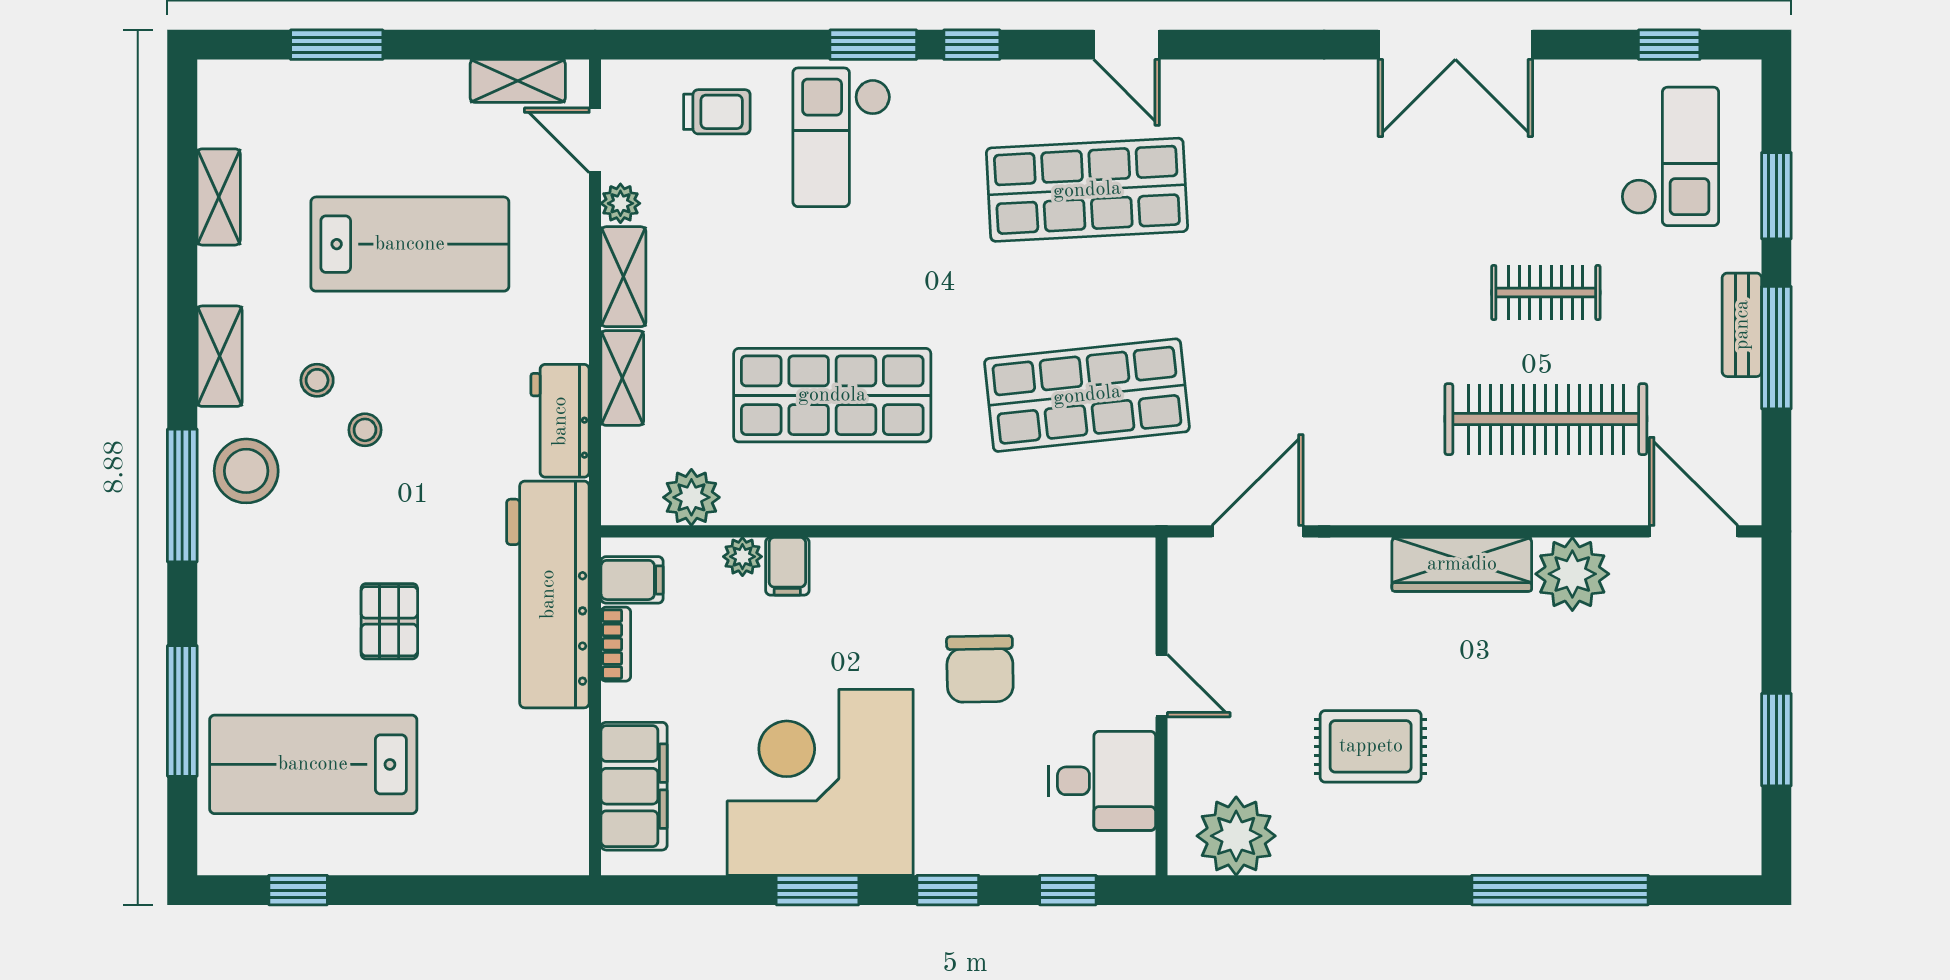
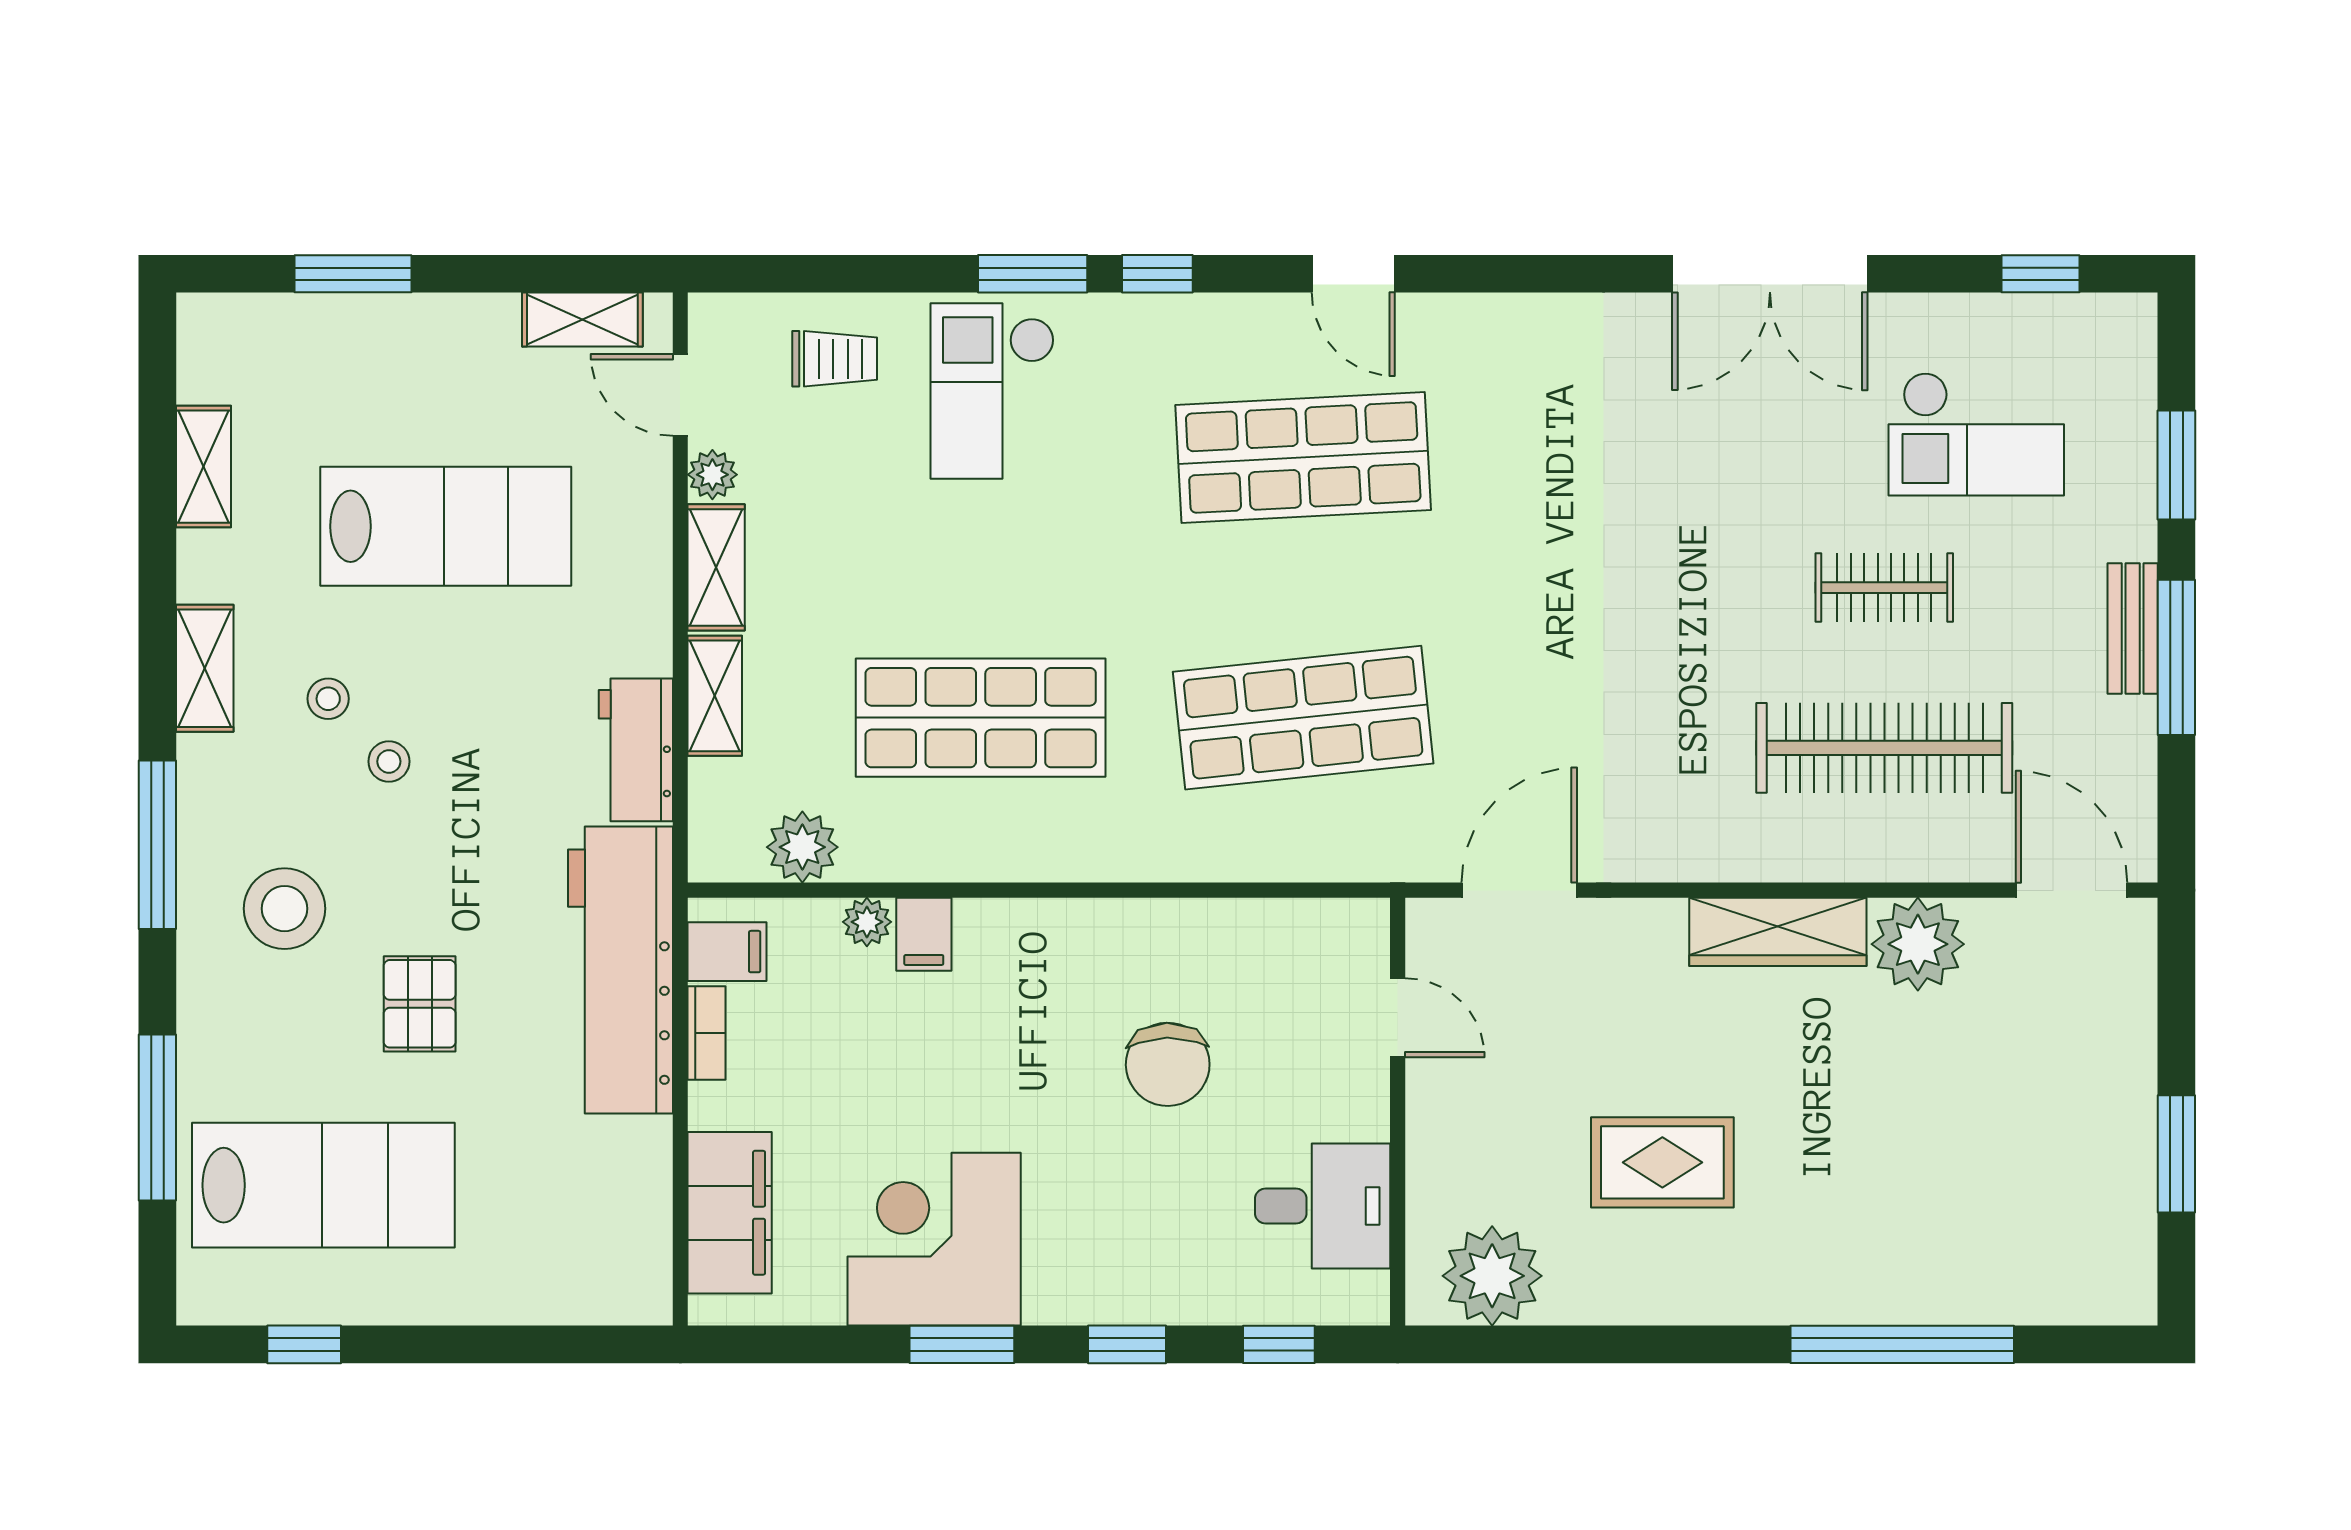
checkout: (1670, 156) -> (1976, 434), moved, turned 90
stool: (246, 471) -> (285, 909), moved
door: (1162, 686) -> (1398, 1018), moved
lab bench: (313, 764) -> (323, 1185), turned 180
corner desk: (820, 782) -> (934, 1239), width x0.74, depth x0.74

